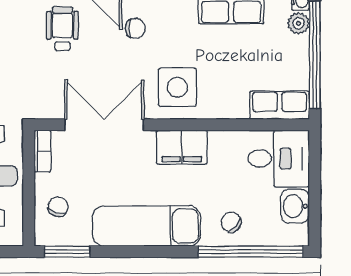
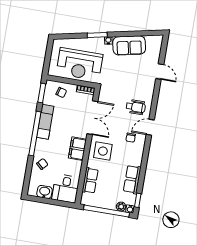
row of seats: (280, 105) -> (90, 180), moved
exam couch: (146, 226) -> (45, 122), width x0.73, depth x0.69
window: (251, 252) -> (35, 134), moved

